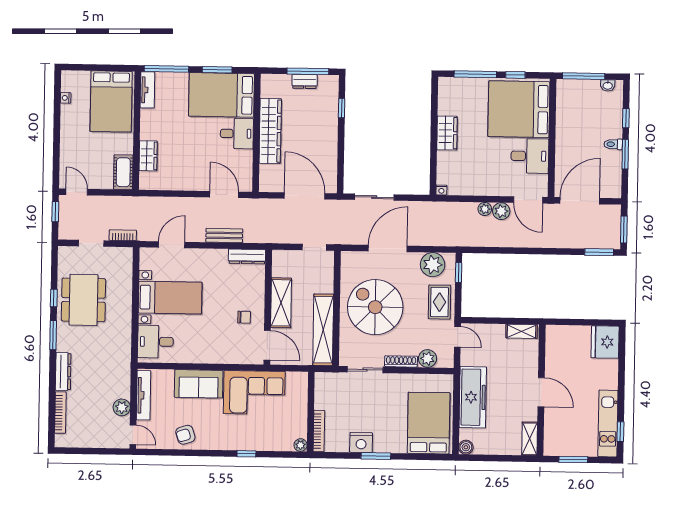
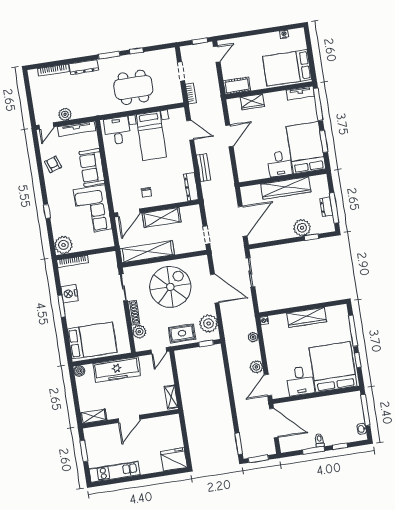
plant: (327, 118) -> (302, 228), added
wardrobe: (447, 133) -> (307, 317), width x1.50
door: (224, 195) -> (229, 136), moved
plant: (485, 209) -> (253, 337), moved
dining table: (83, 300) -> (133, 87), moved
window: (620, 432) -> (110, 482), removed
plant: (300, 445) -> (63, 245), width x1.88, depth x1.88

